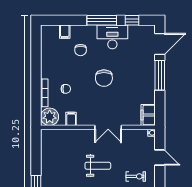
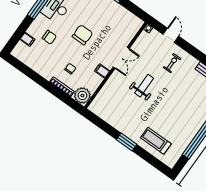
chair: (104, 78) -> (82, 35), turned -90
filing cabinet: (148, 115) -> (133, 22), removed
filing cabinet: (71, 119) -> (102, 71), moved
door: (160, 158) -> (171, 35), hinge flipped

